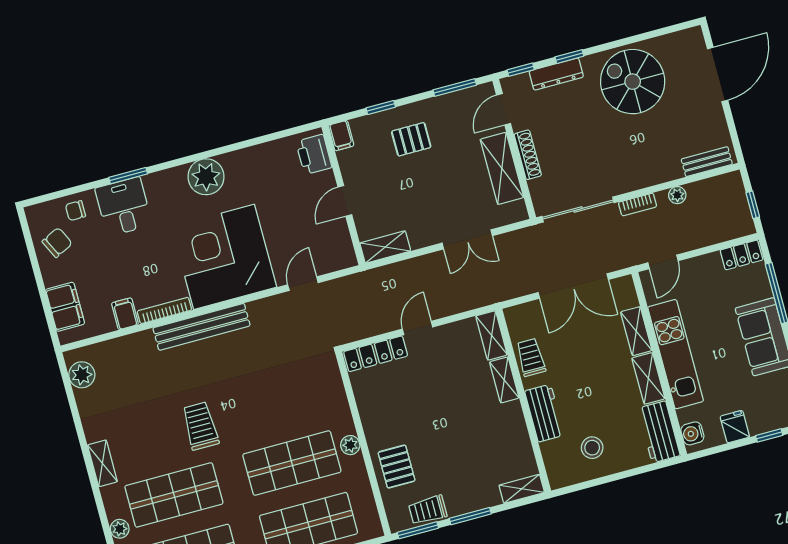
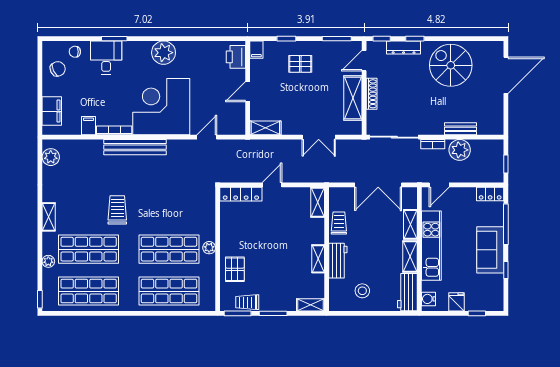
bench: (707, 162) -> (460, 129), moved
plant: (677, 195) -> (460, 150), width x1.88, depth x1.88
shelving: (504, 380) -> (318, 259), moved

